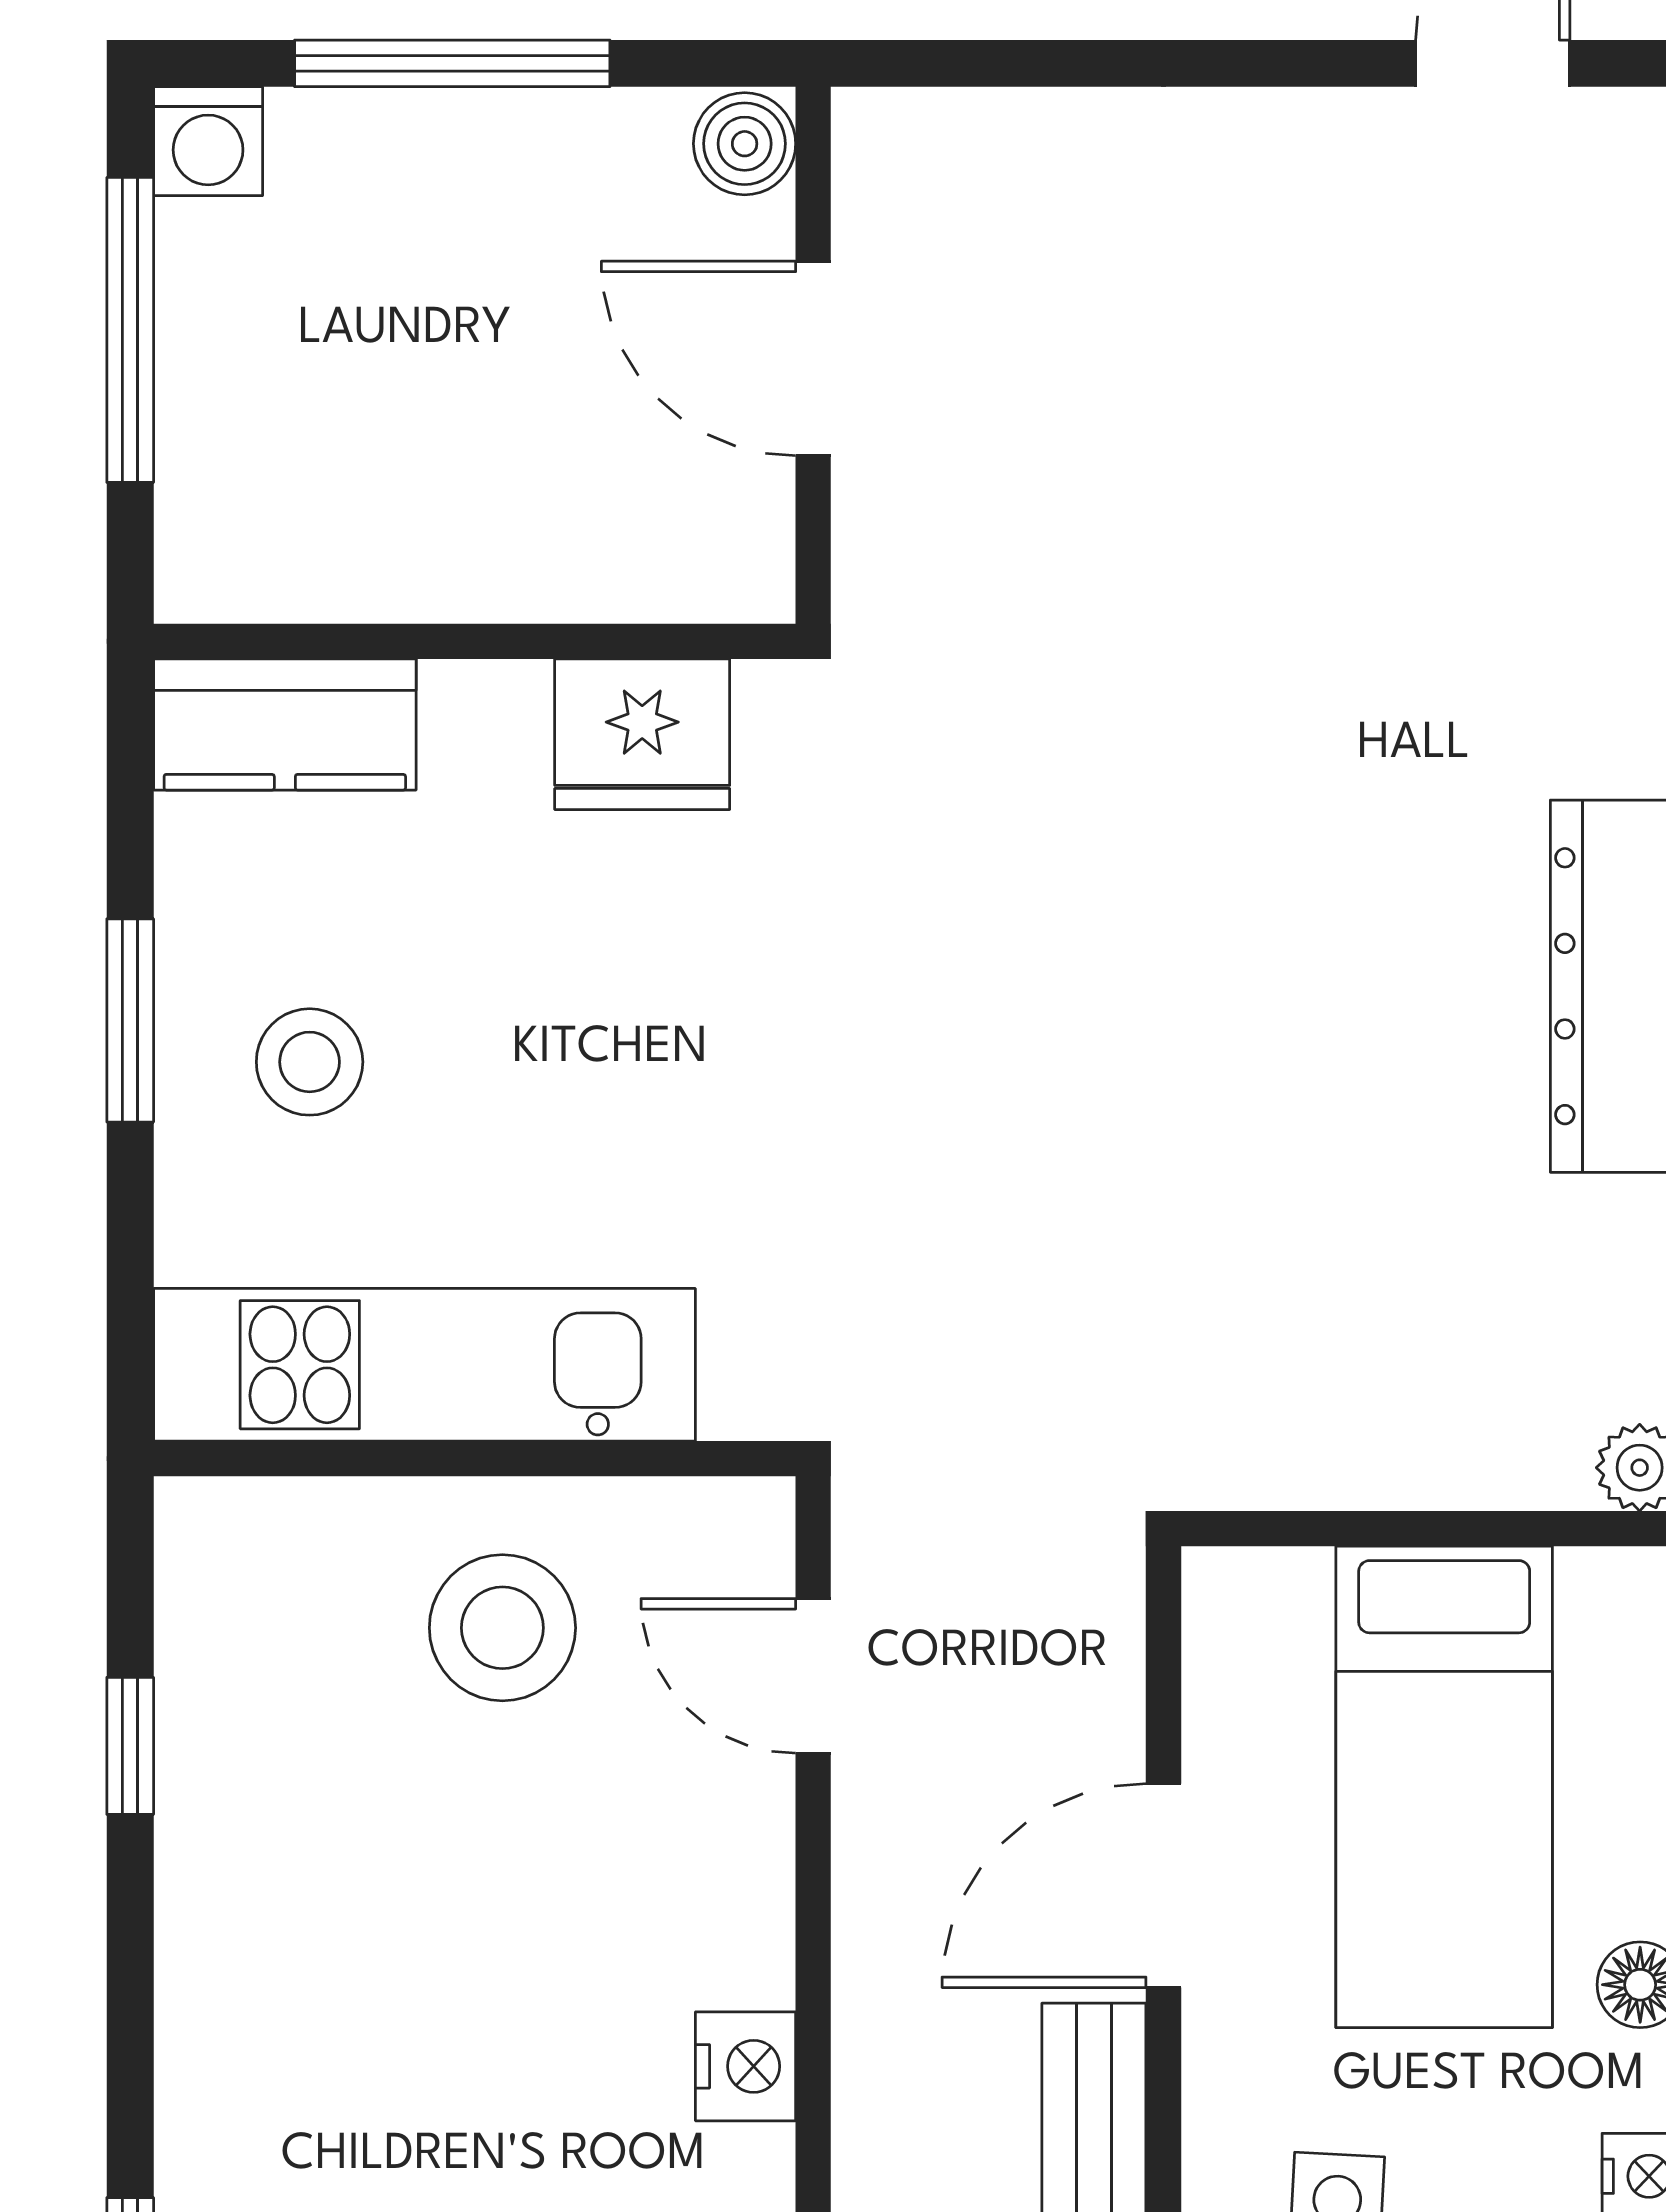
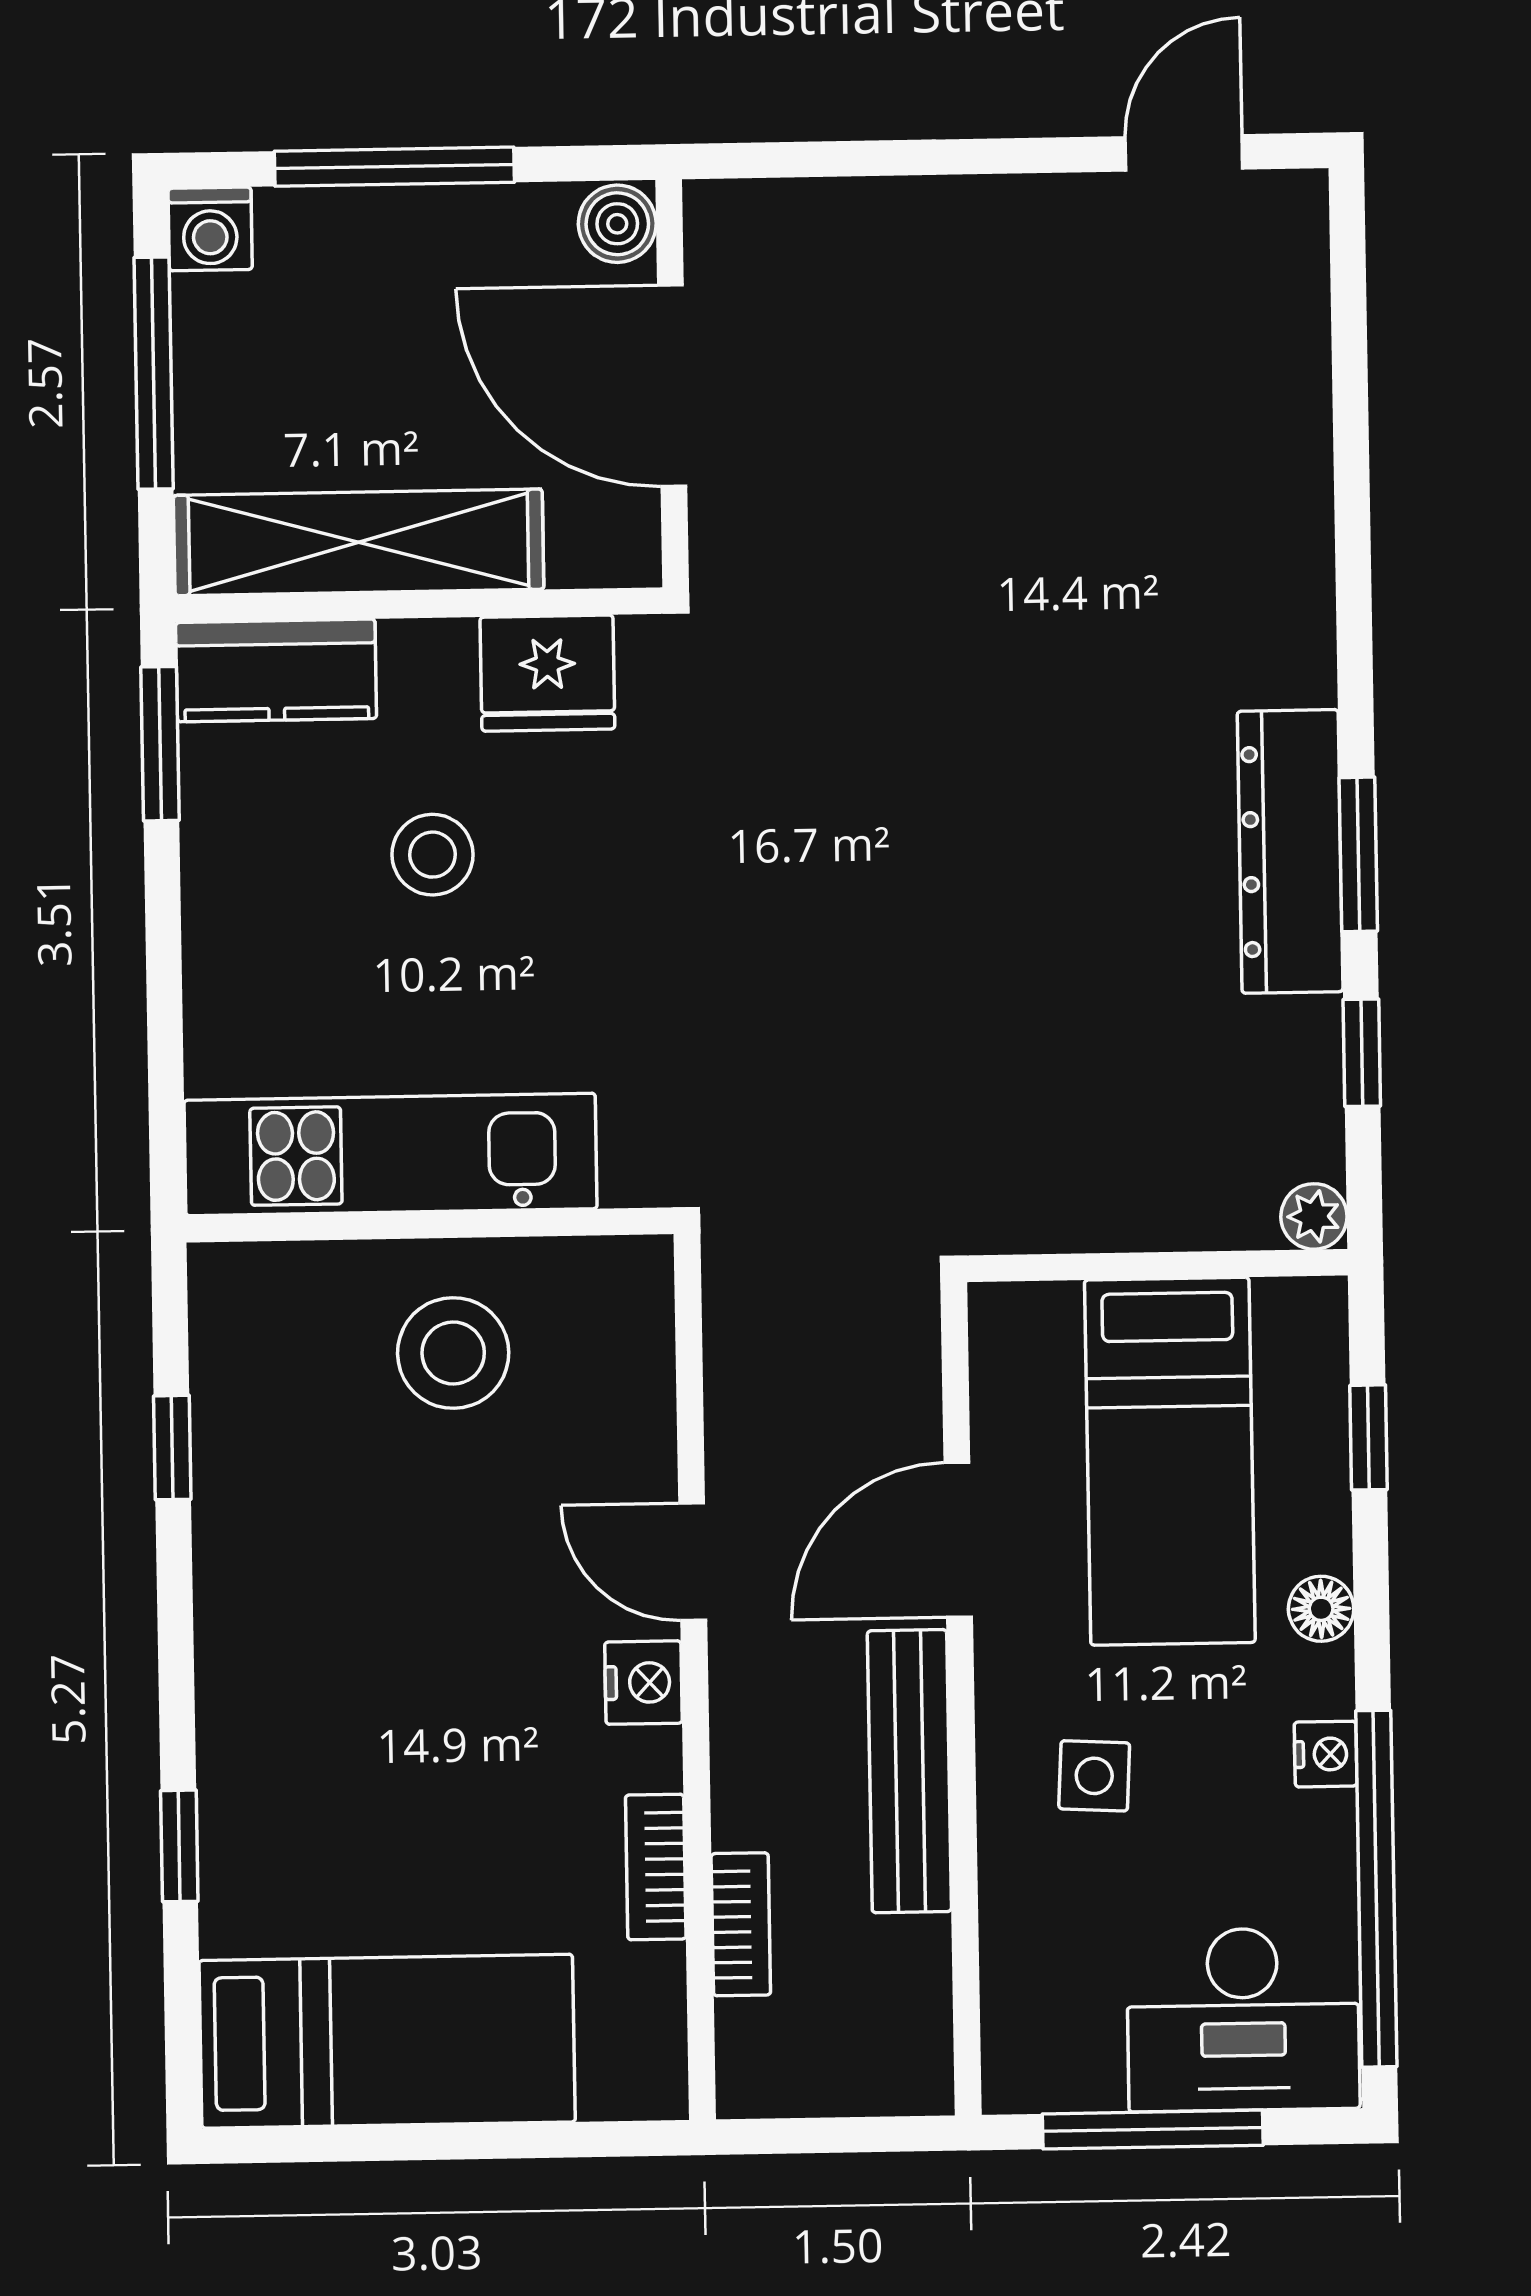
door: (813, 358) -> (672, 386), width x1.36
shelving: (396, 558) -> (359, 542), added
window: (130, 1020) -> (160, 744), moved
stool: (310, 1062) -> (432, 855), moved
door: (813, 1676) -> (693, 1562), moved

